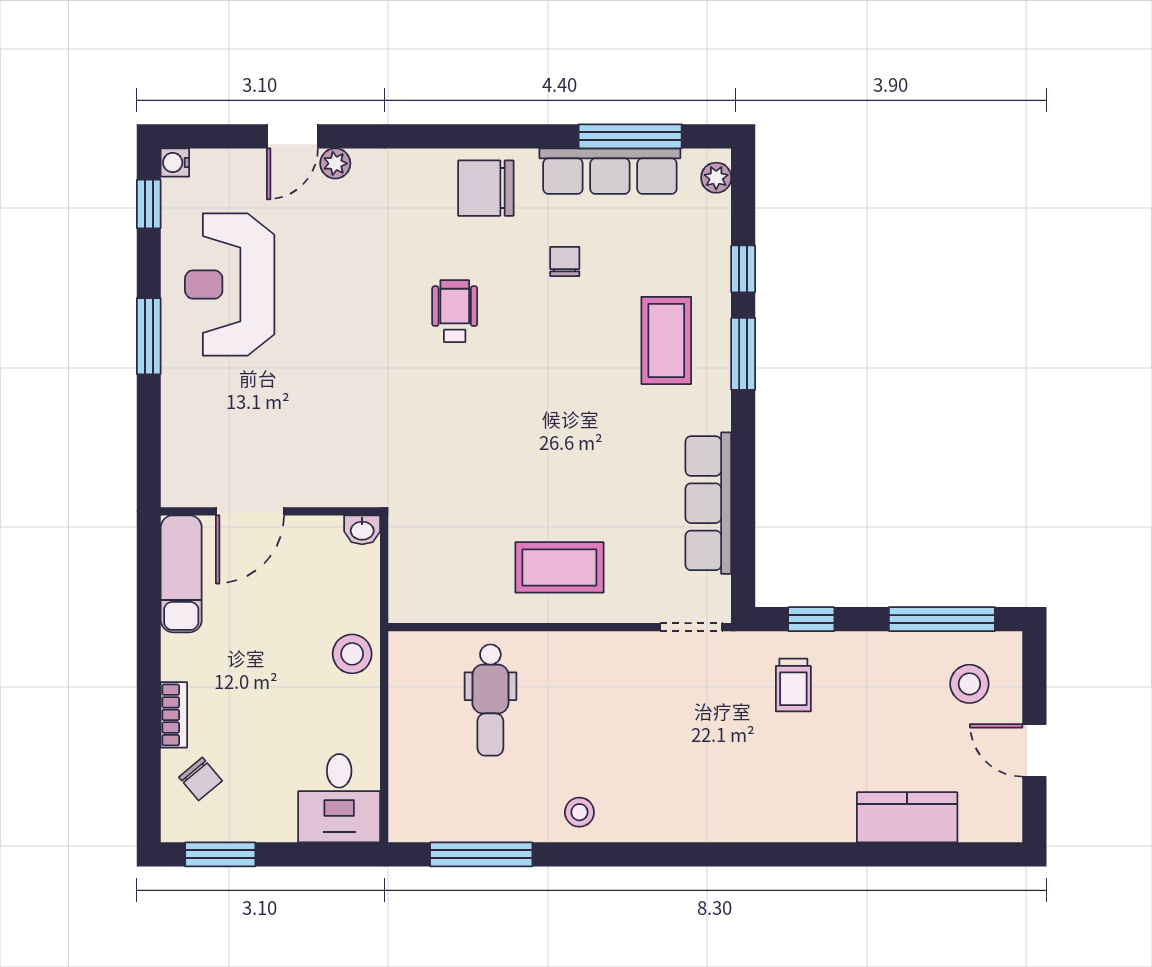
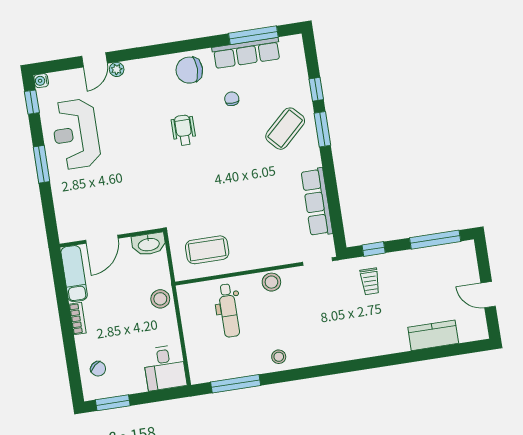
plant: (716, 178) -> (297, 48), removed
coffee table: (666, 340) -> (285, 129), turned 47
washbasin: (362, 530) -> (149, 244), width x1.91, depth x1.45
coffee table: (559, 567) -> (207, 250), moved
stool: (969, 684) -> (271, 282), moved
bookcase: (174, 715) -> (77, 319), moved

